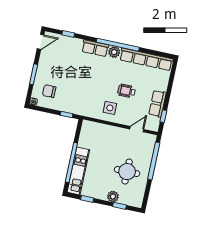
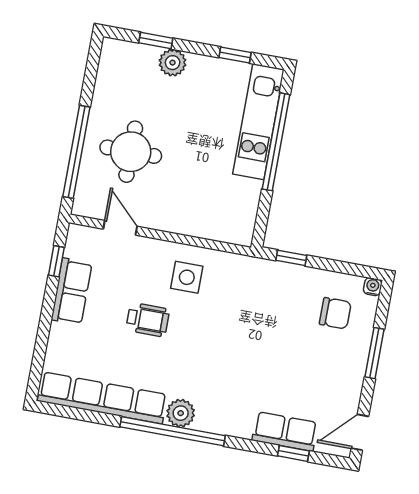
row of seats: (95, 48) -> (285, 432), moved
door: (137, 129) -> (120, 228), swing flipped
round table: (127, 172) -> (131, 152), moved

